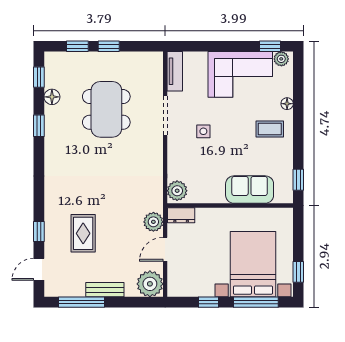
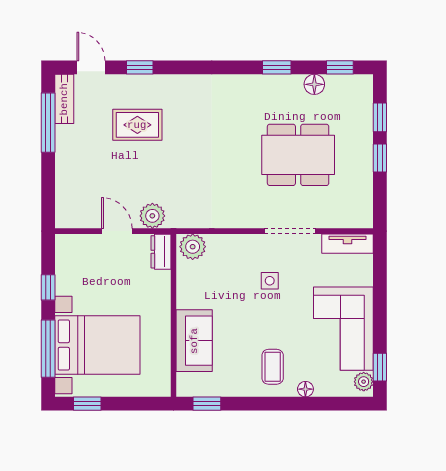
plant: (150, 284) -> (72, 211), removed
bench: (105, 290) -> (64, 99), moved

